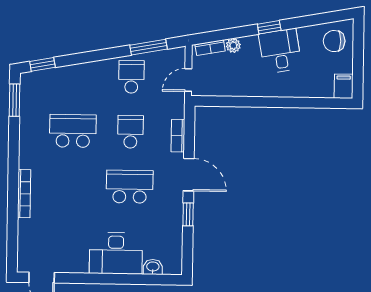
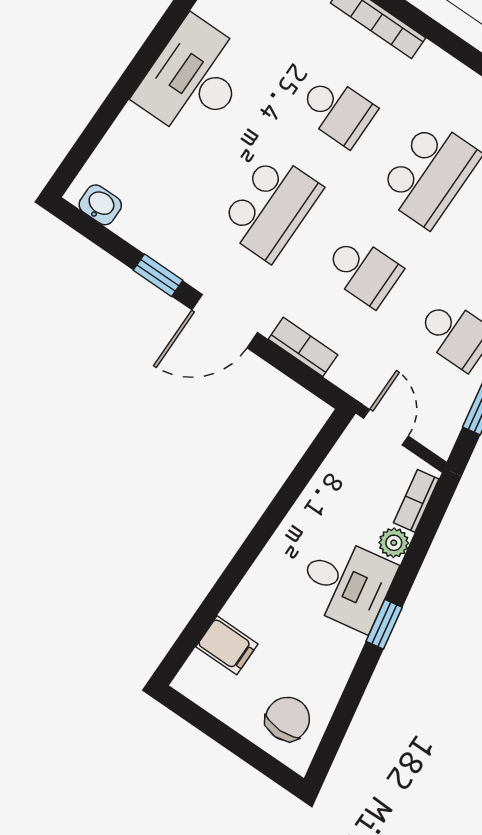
desk: (280, 51) -> (346, 583), moved
filing cabinet: (344, 86) -> (227, 645), moved
school desk: (72, 186) -> (337, 111), added
desk: (116, 253) -> (194, 79), moved
washbasin: (153, 267) -> (100, 205), moved, turned -90

